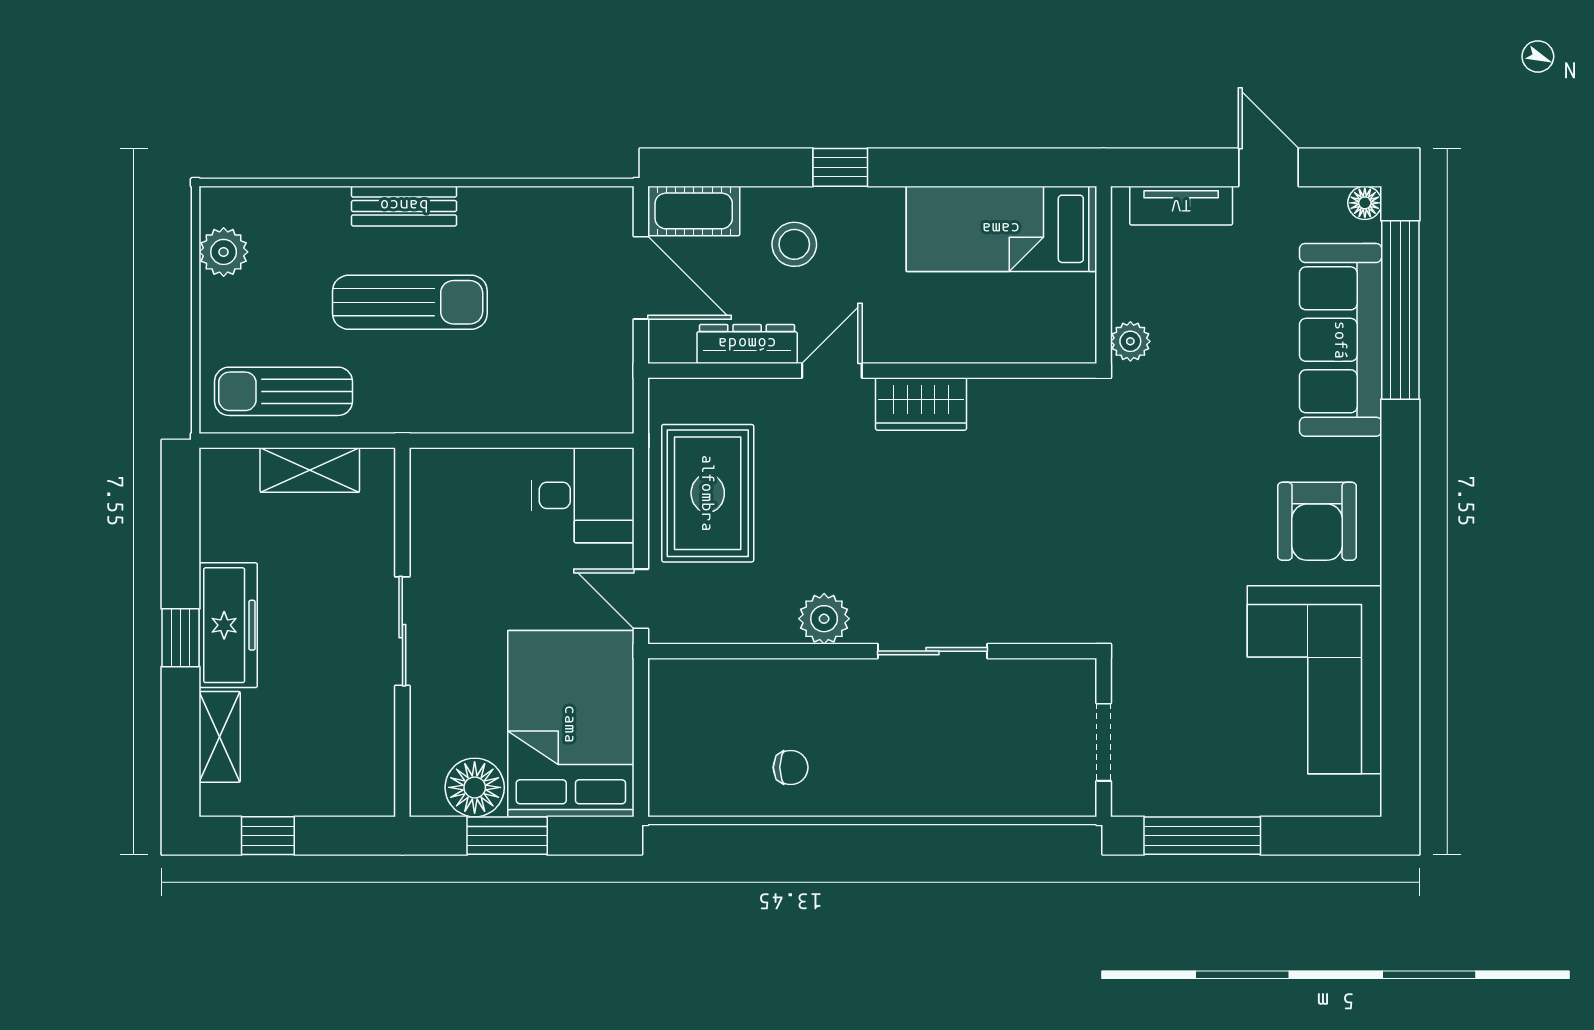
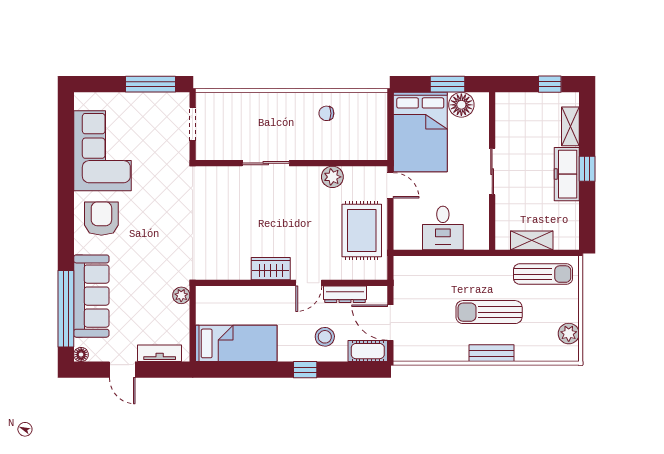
desk: (582, 495) -> (443, 228), moved, turned -90
plant: (824, 619) -> (332, 177), moved

